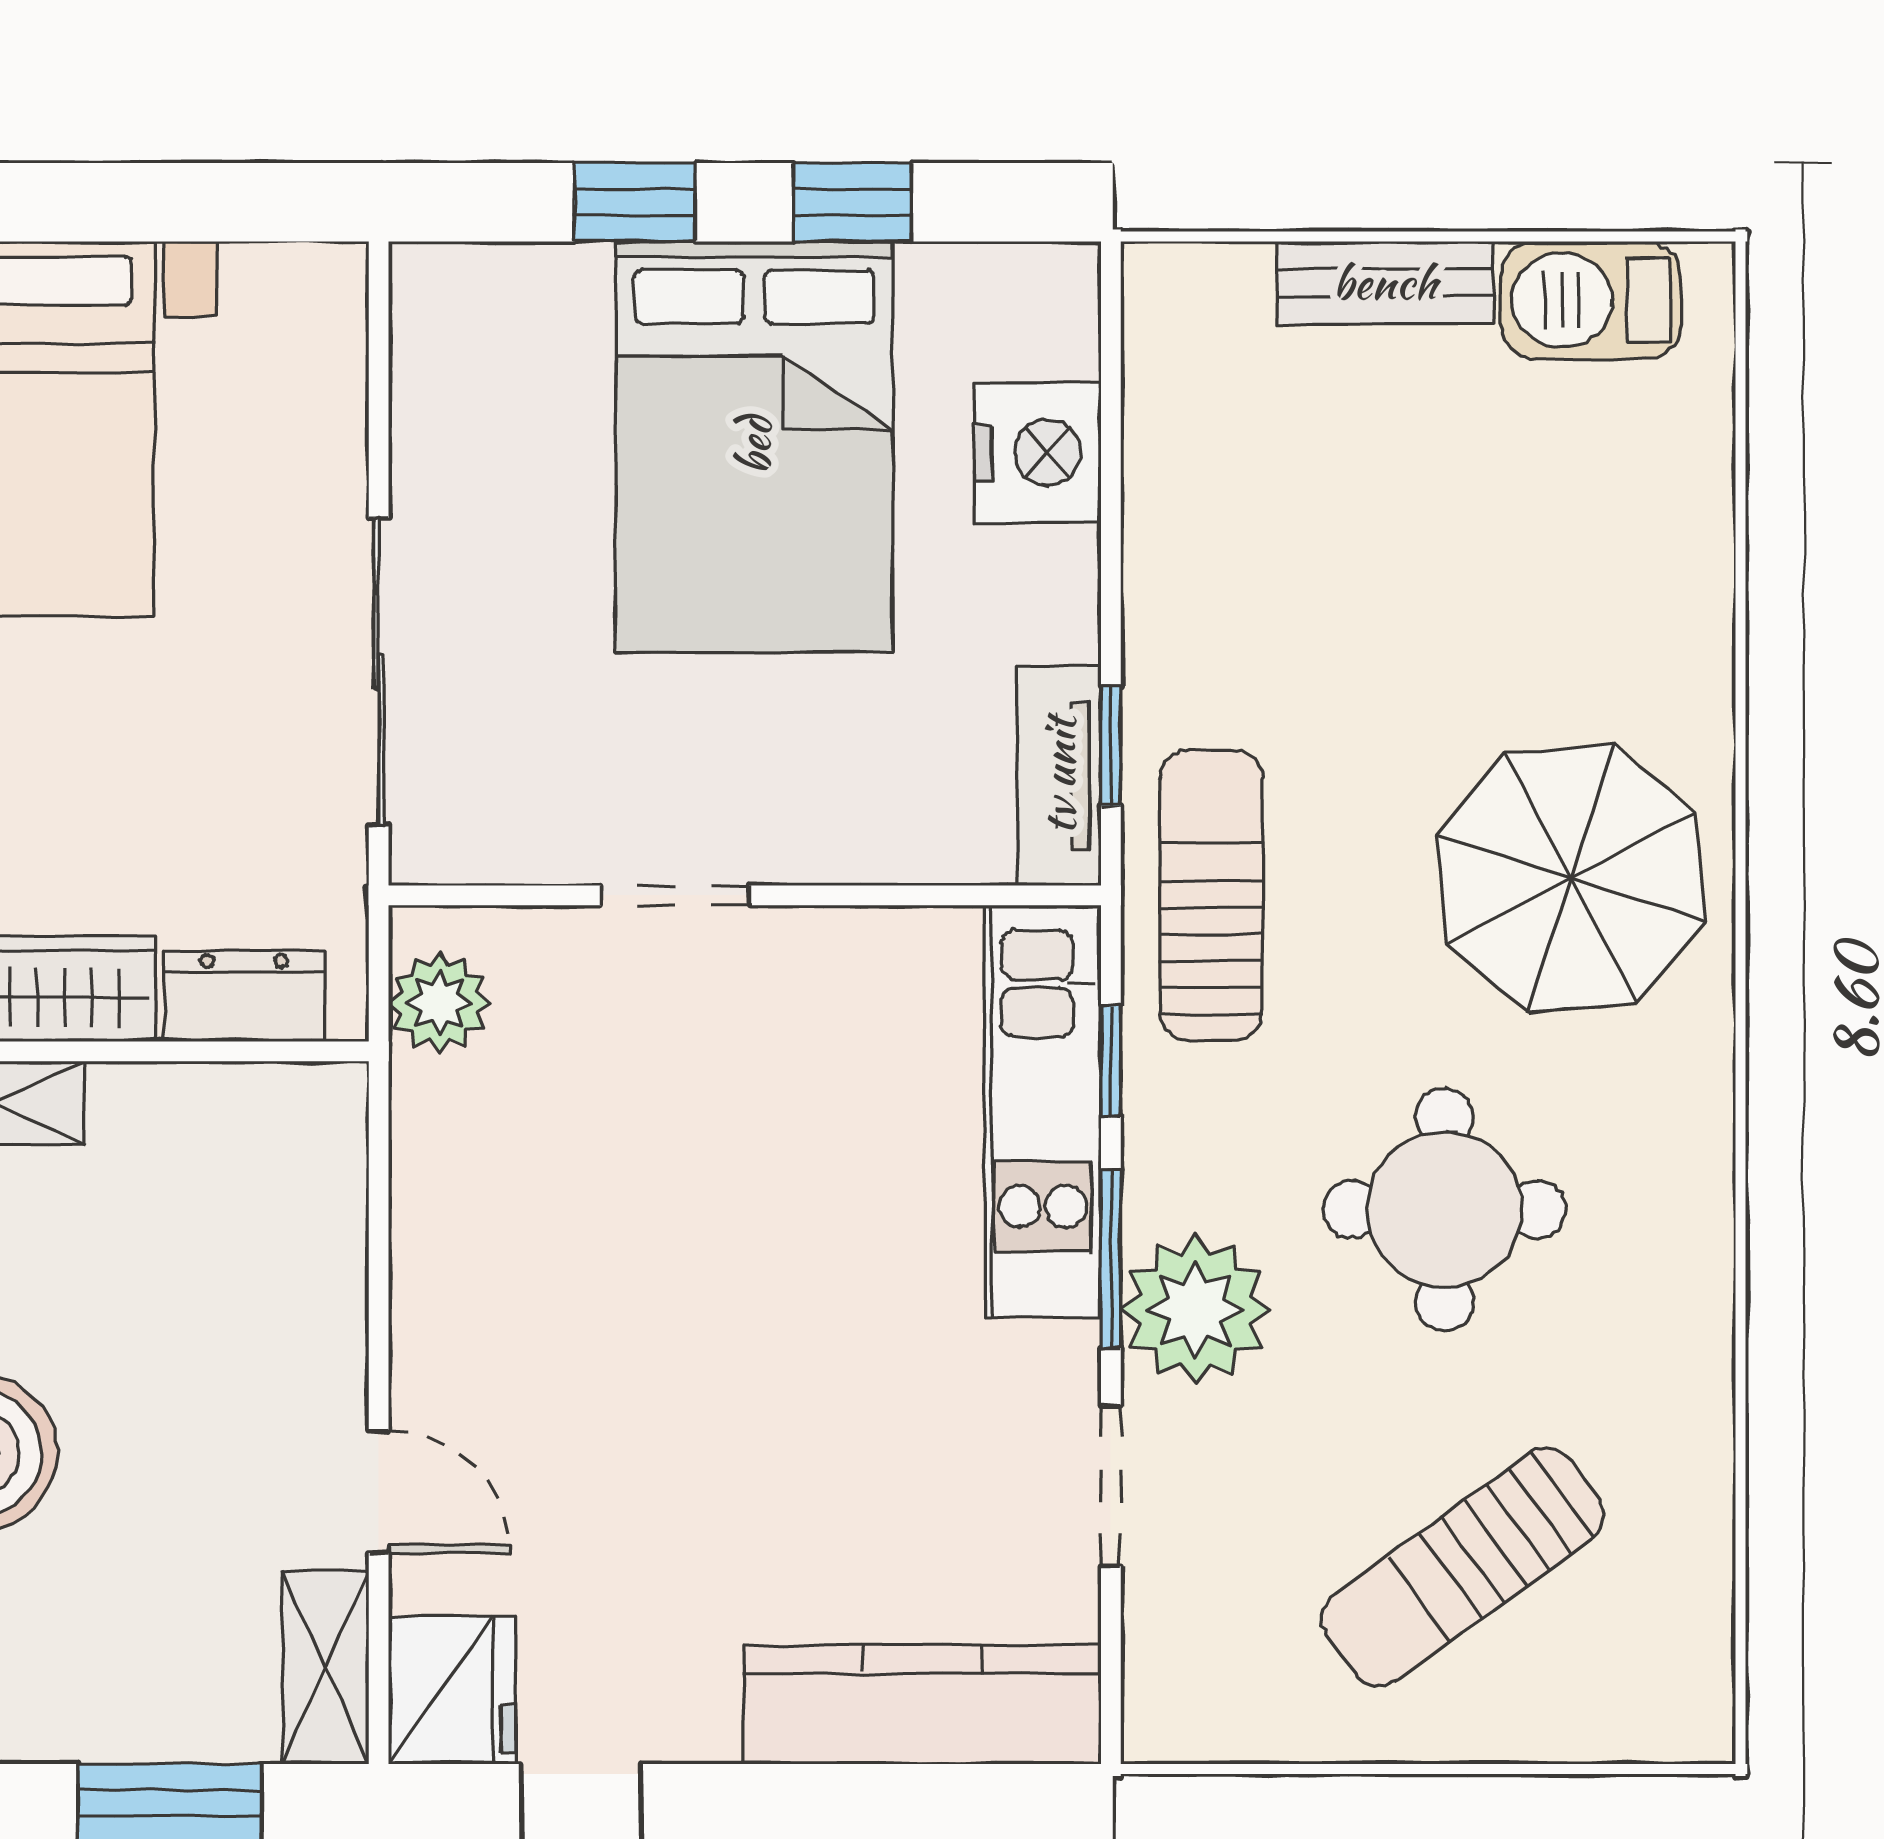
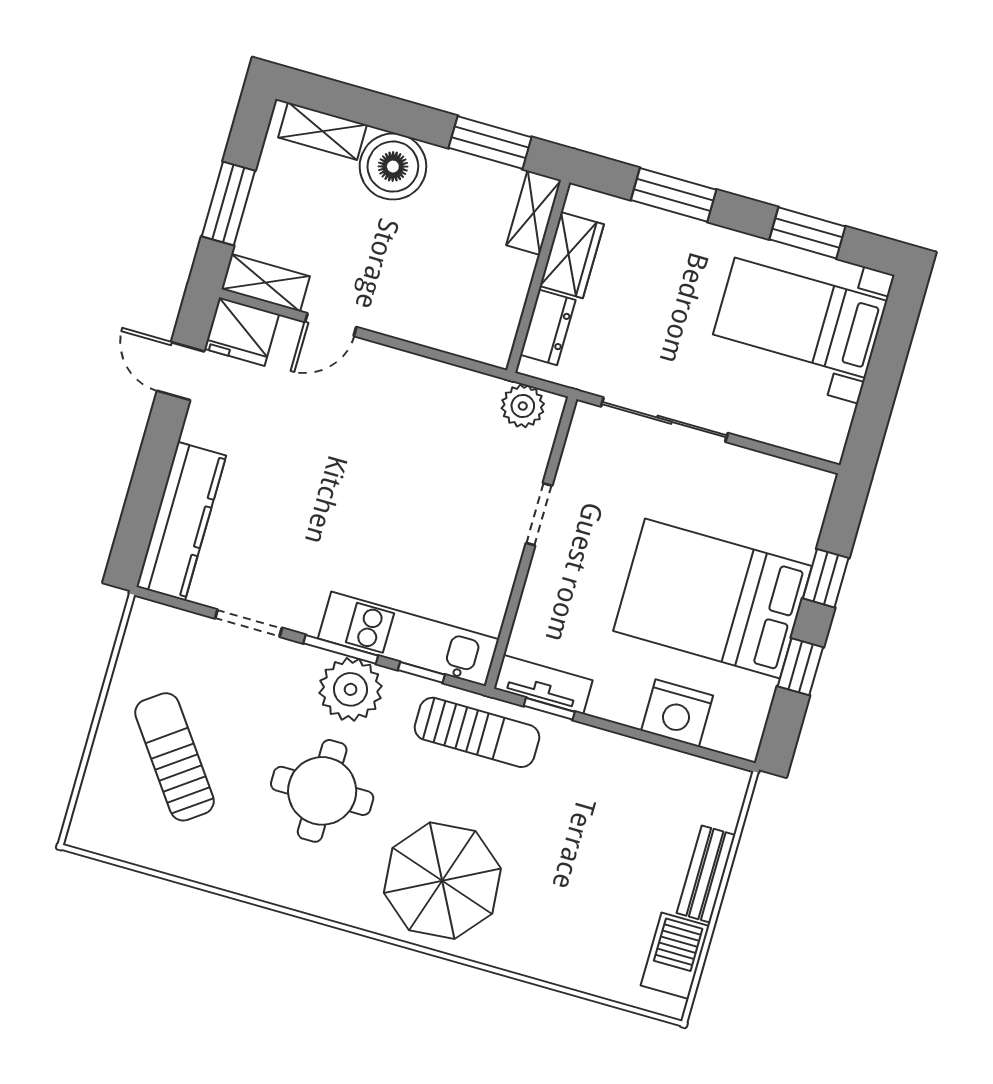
plant: (1195, 1309) -> (351, 689), moved

